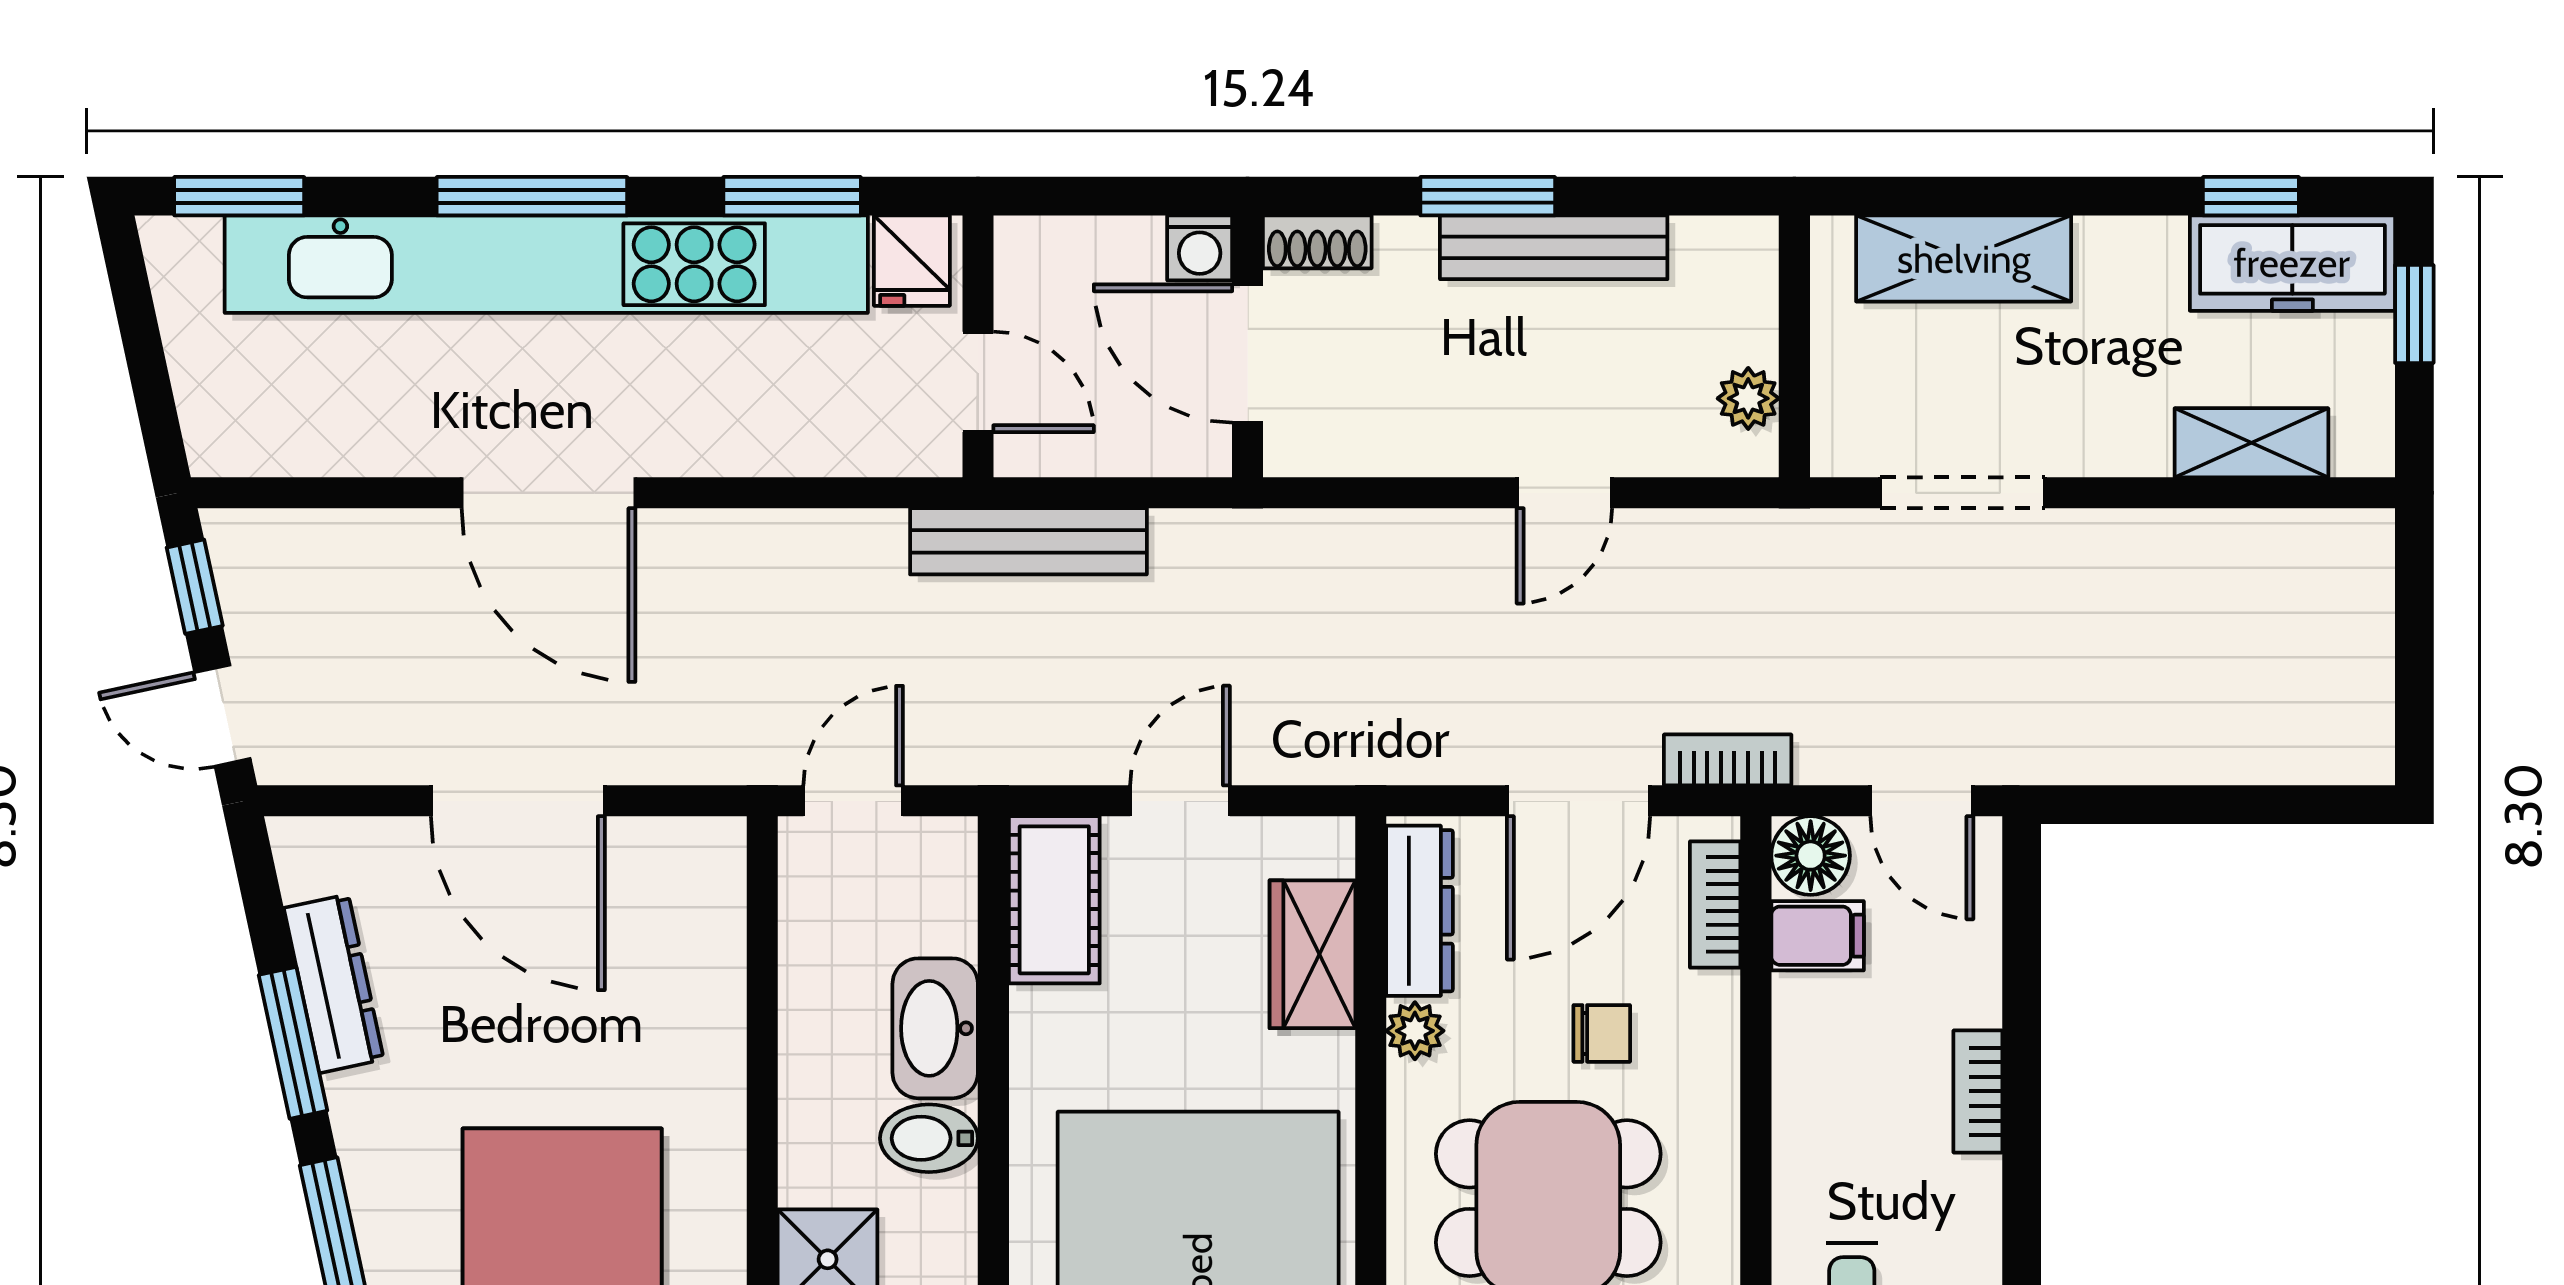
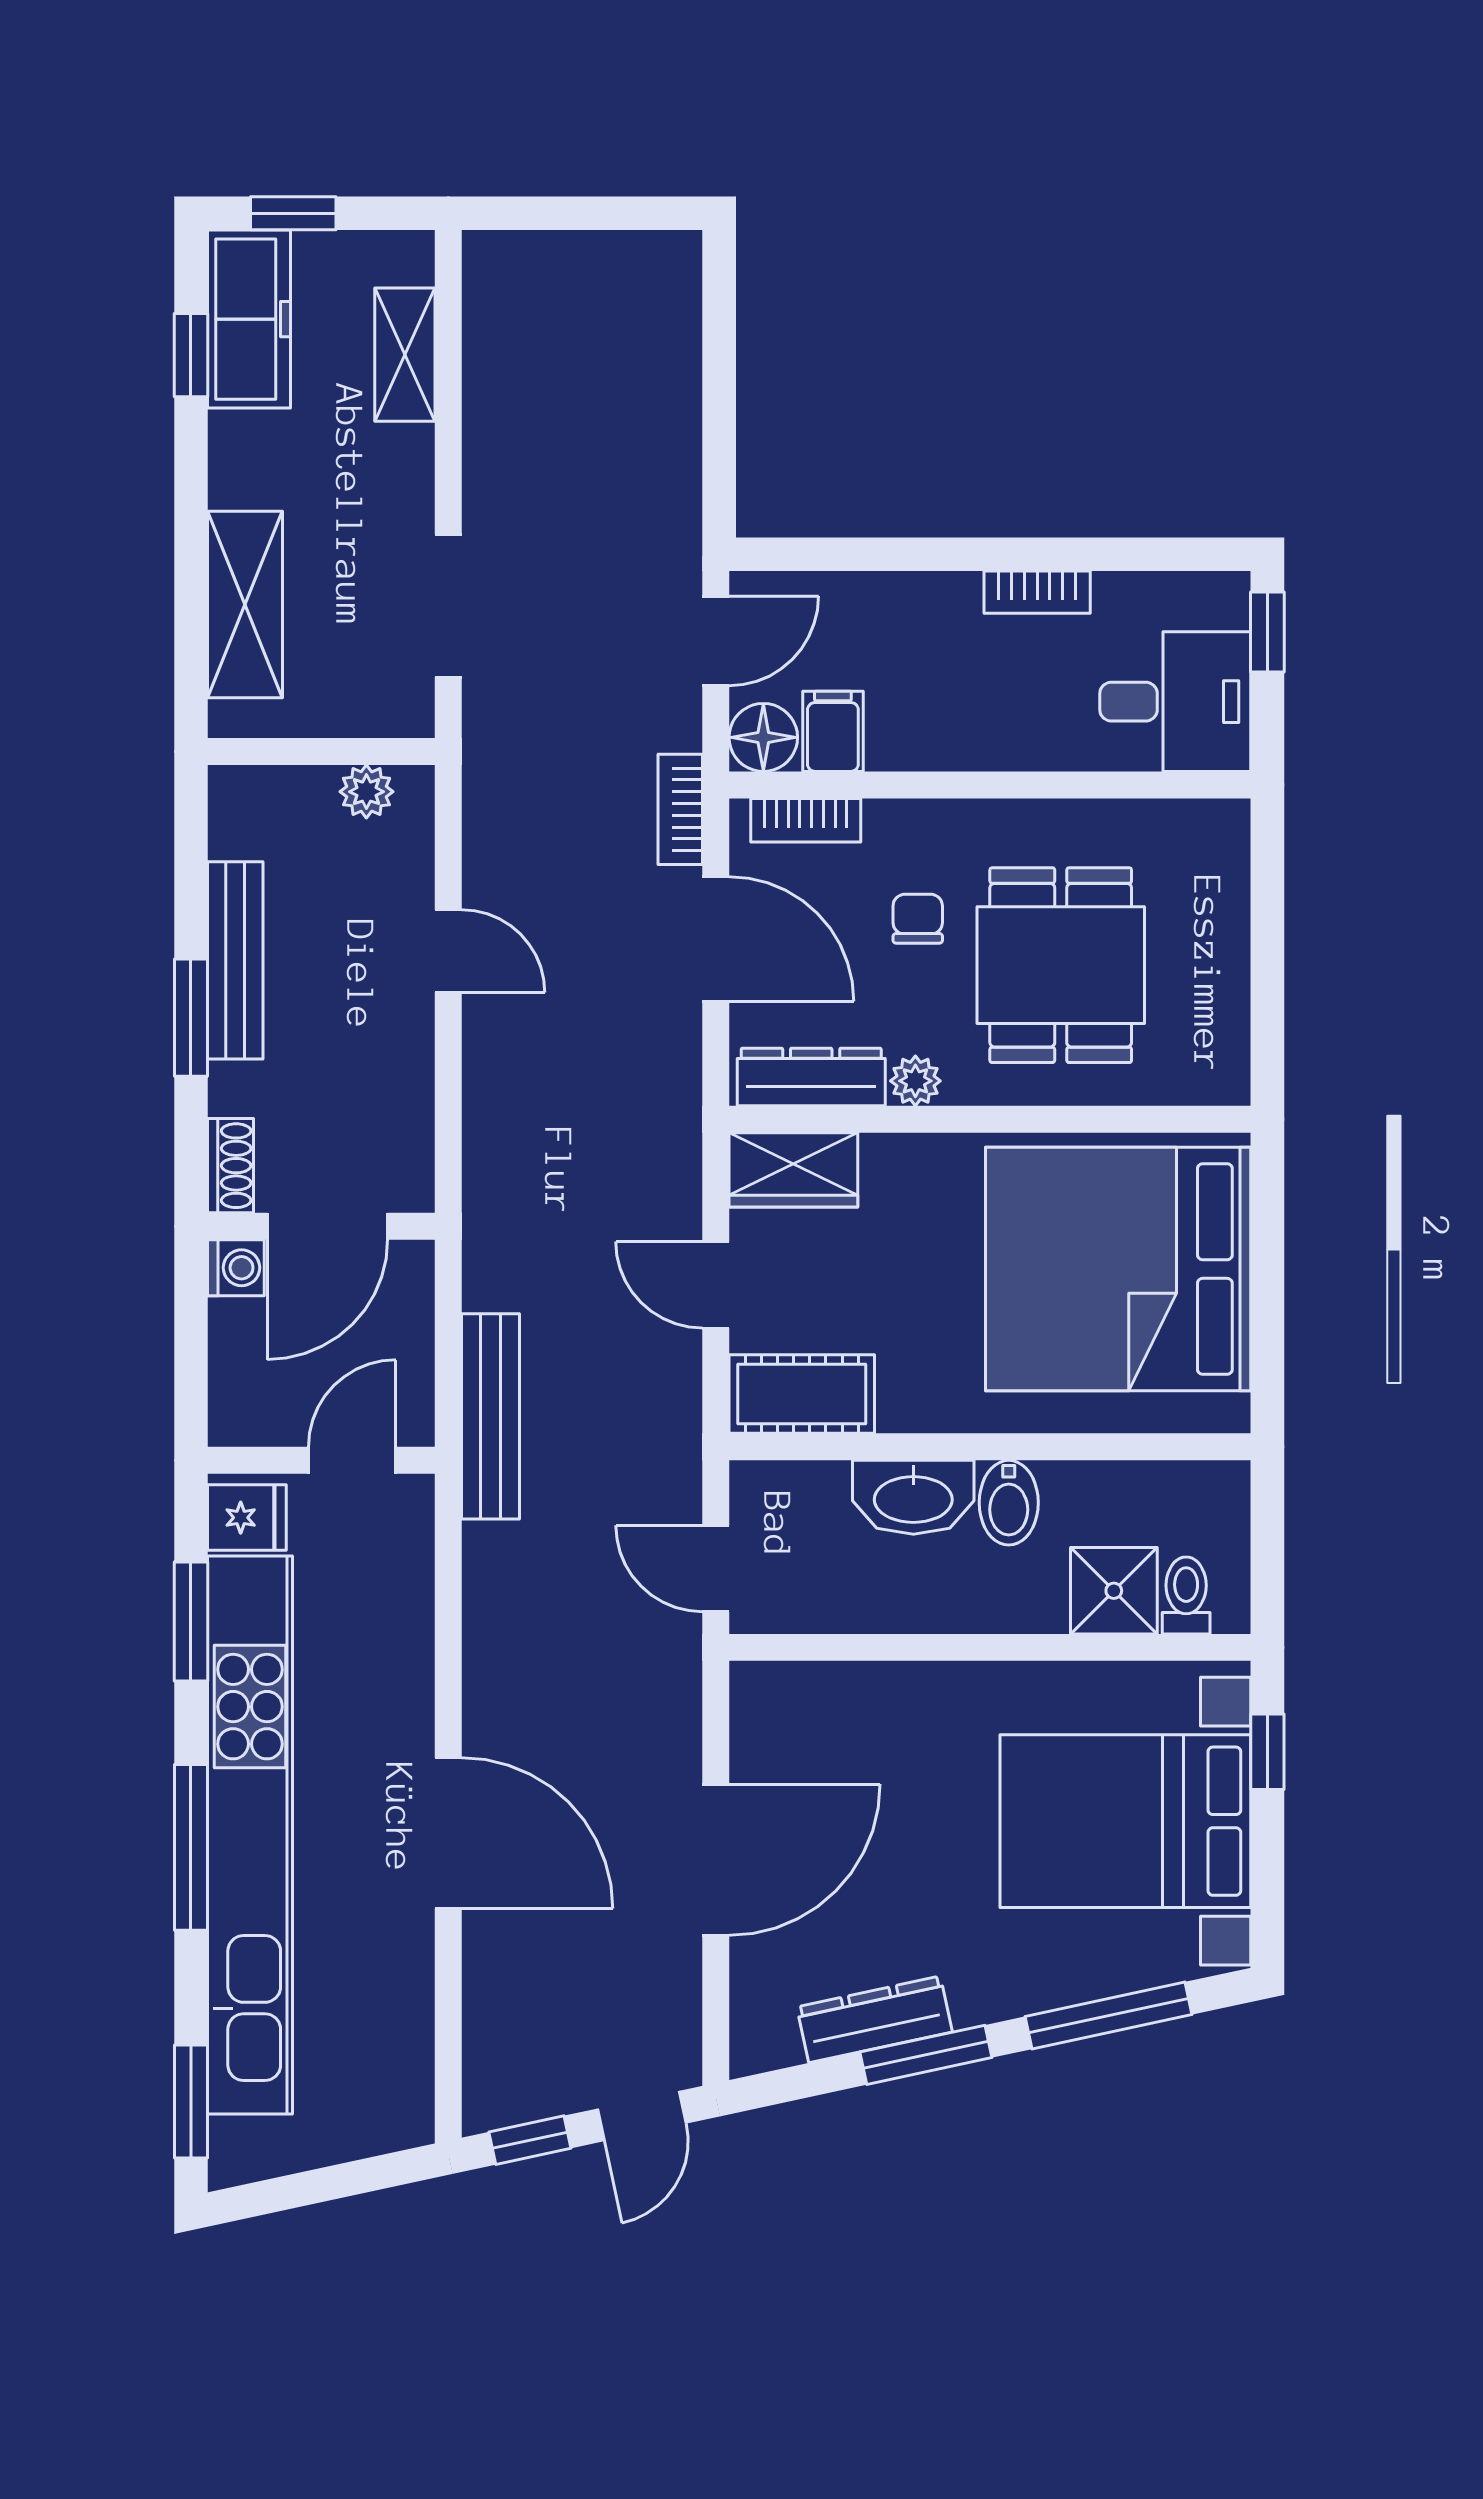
door: (548, 493) -> (448, 1833), hinge flipped
wardrobe: (1312, 954) -> (793, 1170), moved
bookcase: (1978, 1091) -> (1037, 592), moved

